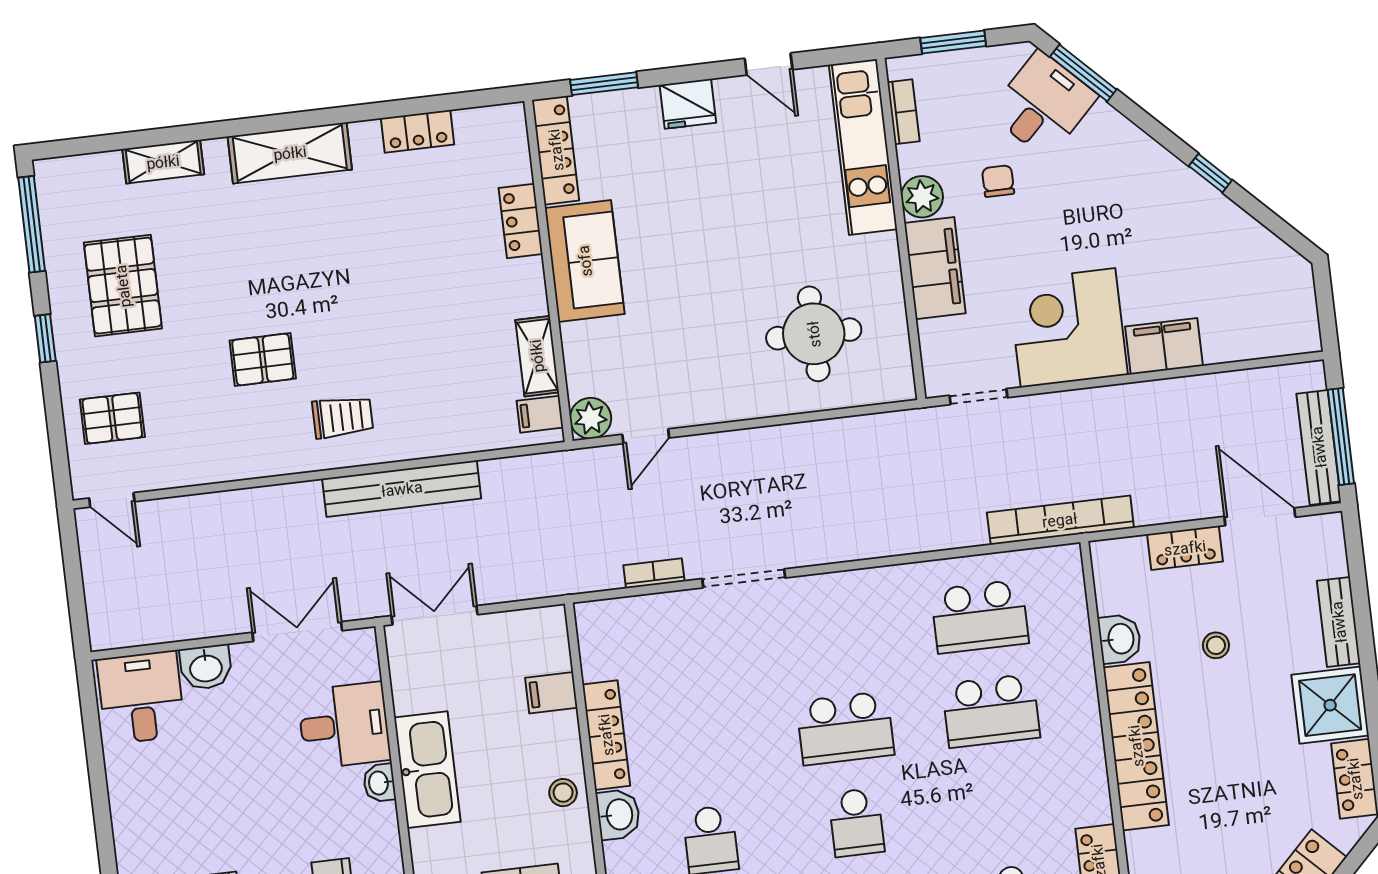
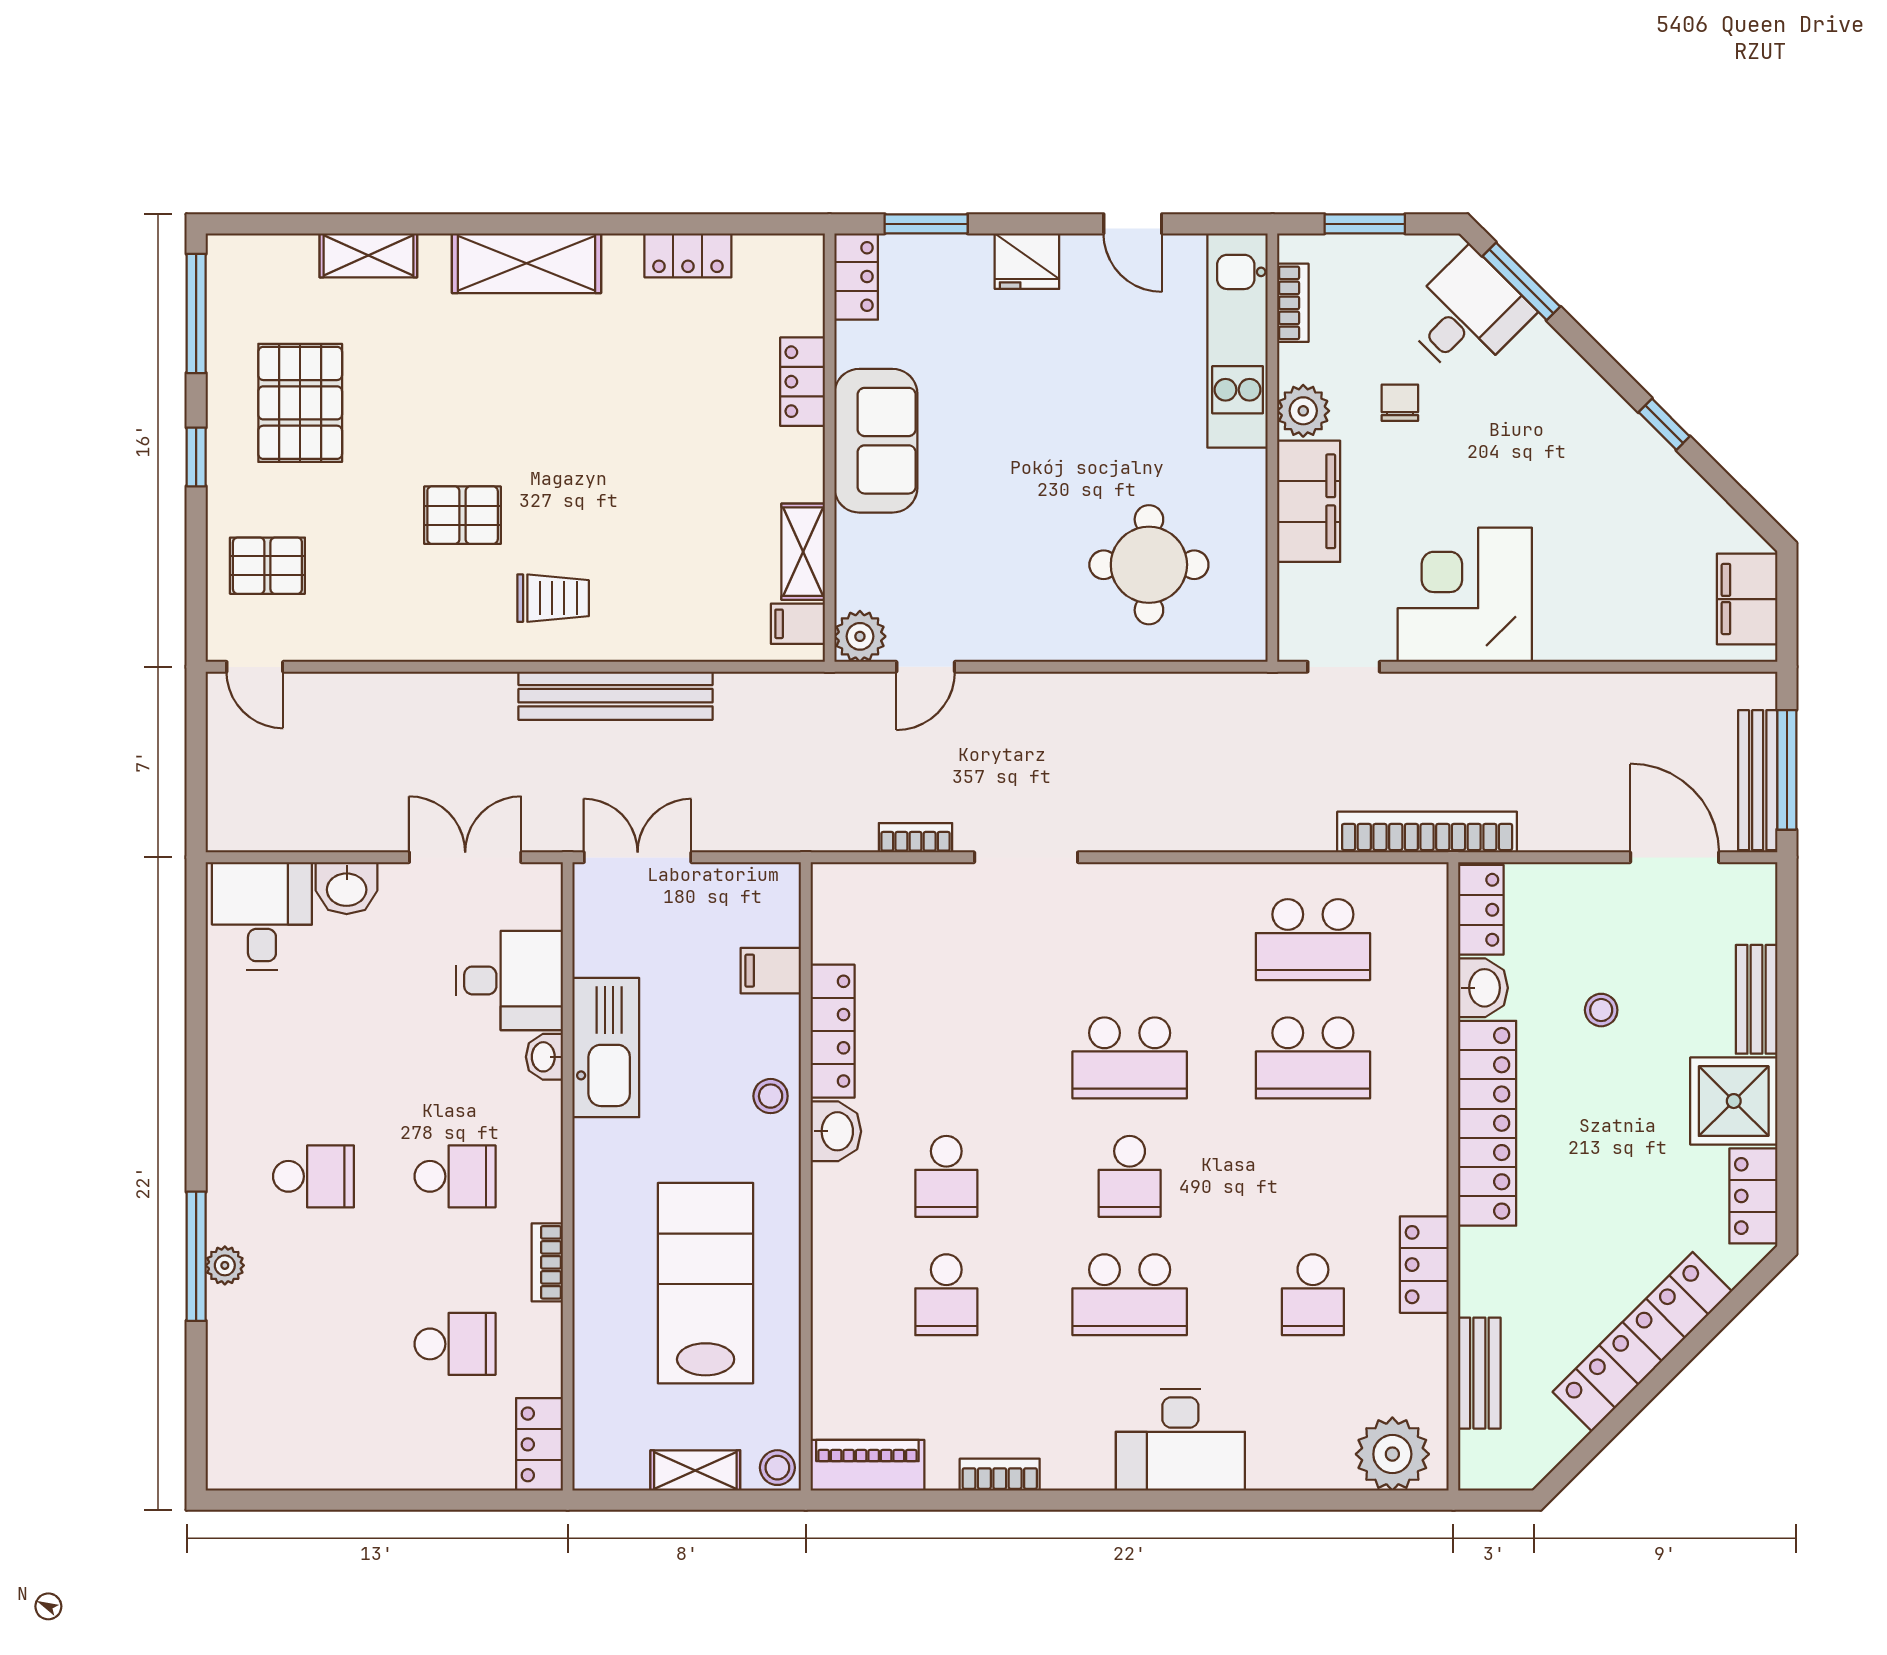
locker: (556, 150) -> (856, 277), width x0.66
filing cabinet: (1164, 346) -> (1747, 599), moved, turned -90
locker: (1185, 548) -> (1481, 910), moved, turned -90

